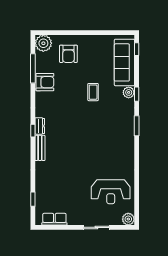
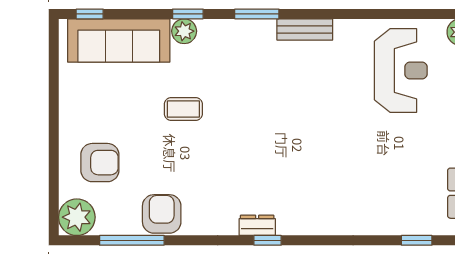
bench: (40, 148) -> (305, 29), moved

